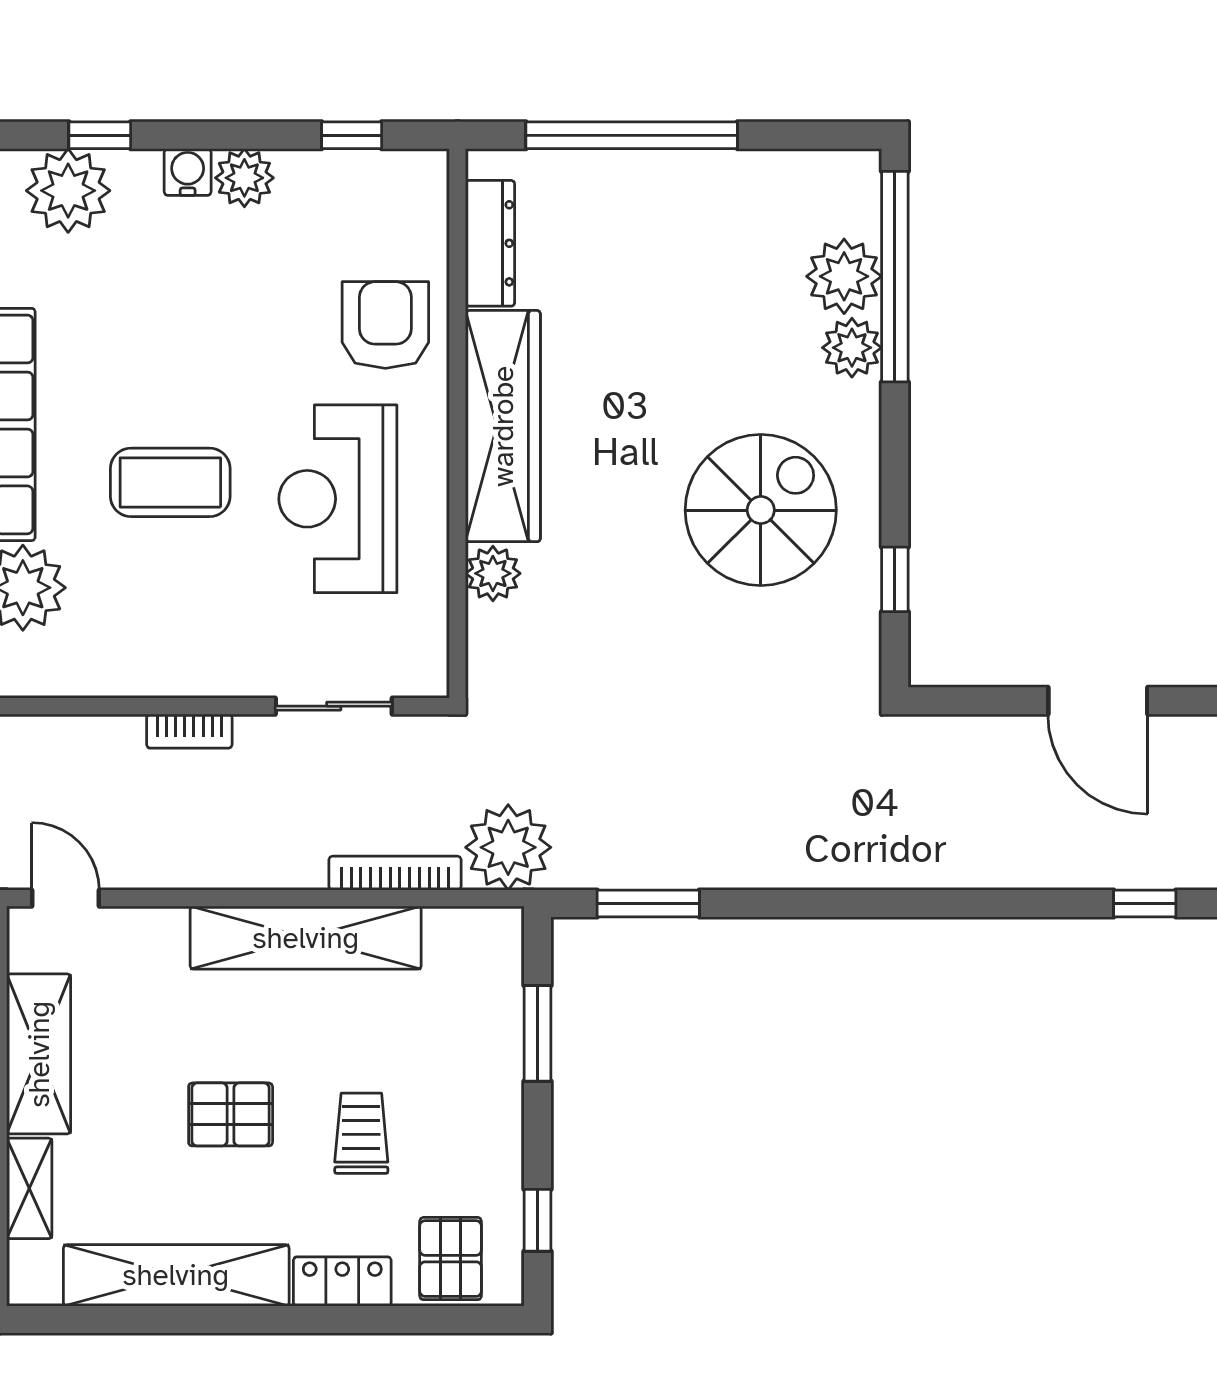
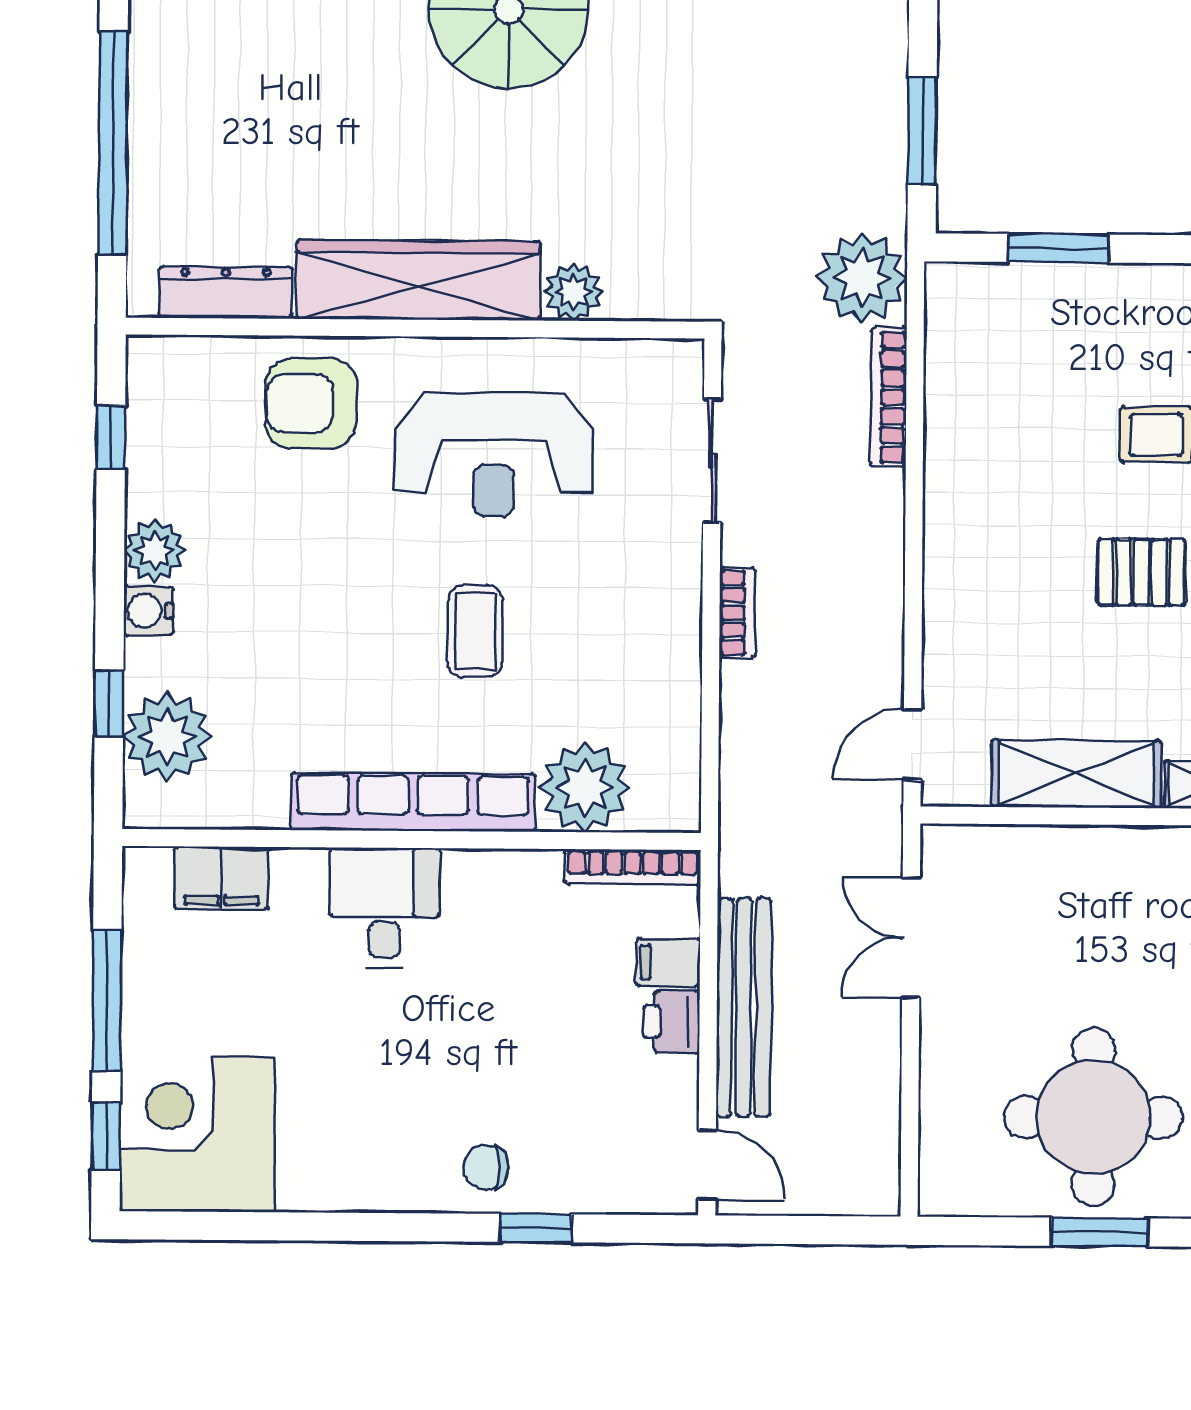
coffee table: (170, 482) -> (475, 631), width x0.73, depth x0.77
shelving: (306, 938) -> (956, 492), removed
pallet: (231, 1114) -> (1142, 572), turned 90

